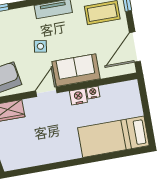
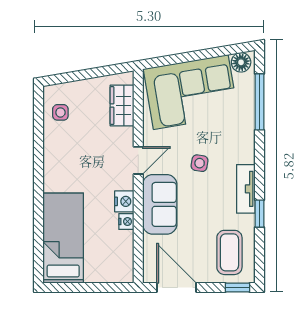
door: (46, 92) -> (138, 160), hinge flipped
side table: (21, 155) -> (60, 112), added

